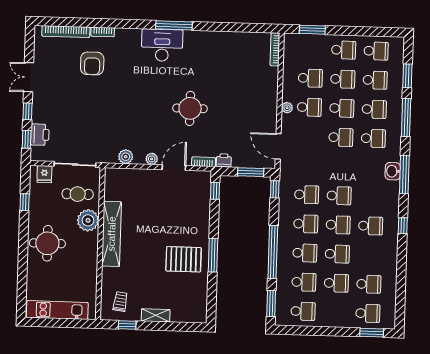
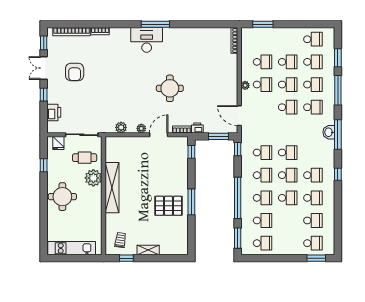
school desk: (344, 50) -> (288, 39), removed
armchair: (92, 63) -> (75, 72), moved
window: (27, 139) -> (44, 43), moved
school desk: (336, 283) -> (313, 198), moved

